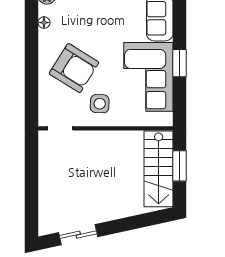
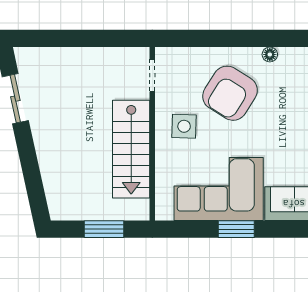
floor lamp: (44, 23) -> (270, 55), moved
stairs: (159, 169) -> (131, 149), moved, turned -90

